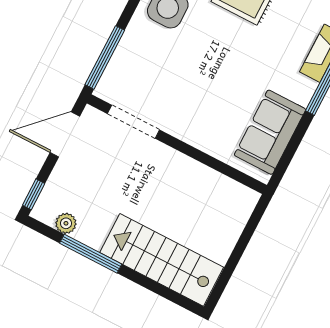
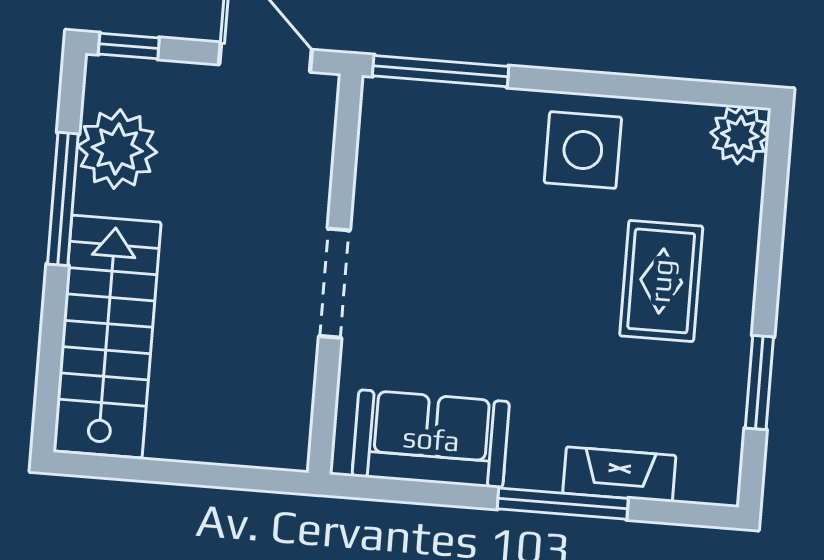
doorway: (133, 122) -> (334, 283), moved
plant: (66, 223) -> (117, 149), width x1.88, depth x1.88

